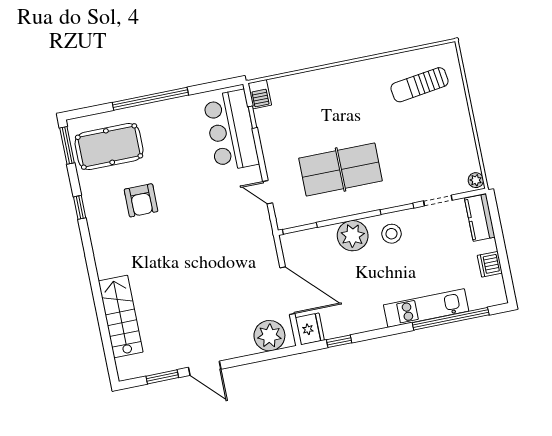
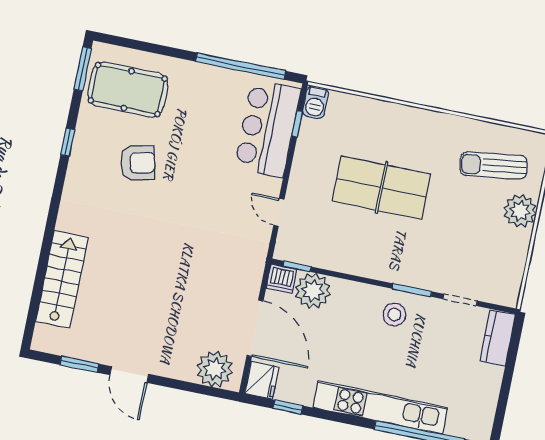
window: (150, 99) -> (241, 66), moved
table tennis table: (341, 169) -> (381, 188), moved
plant: (476, 180) -> (520, 211), moved, width x1.88, depth x1.88
armchair: (141, 200) -> (138, 163), turned -103
window: (300, 228) -> (297, 266), width x0.67
plant: (353, 236) -> (313, 291), moved
dishwasher: (490, 264) -> (282, 279), moved, turned -90
kitchen unit: (426, 308) -> (380, 407), width x1.36

